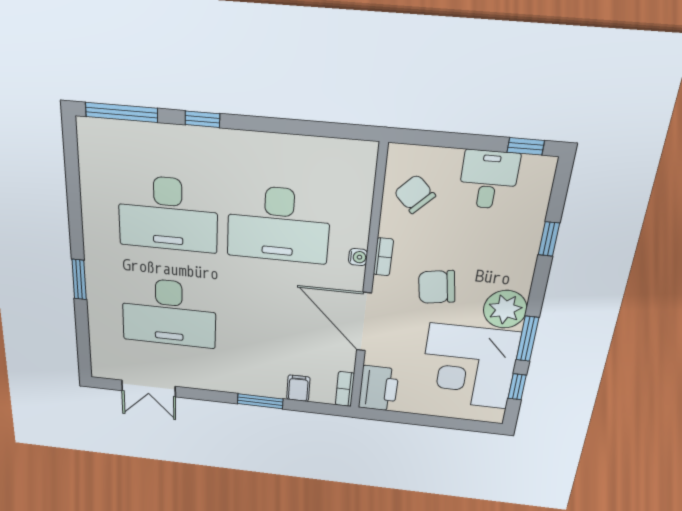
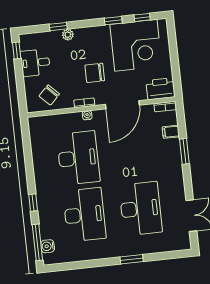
water cooler: (113, 132) -> (48, 246), added
chair: (437, 287) -> (95, 73), turned 99
plant: (505, 309) -> (68, 35), moved, width x0.53, depth x0.53
window: (527, 339) -> (113, 21), width x0.67

